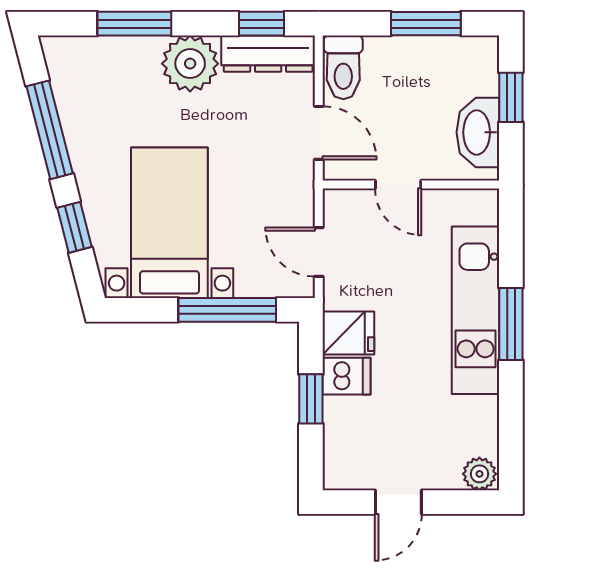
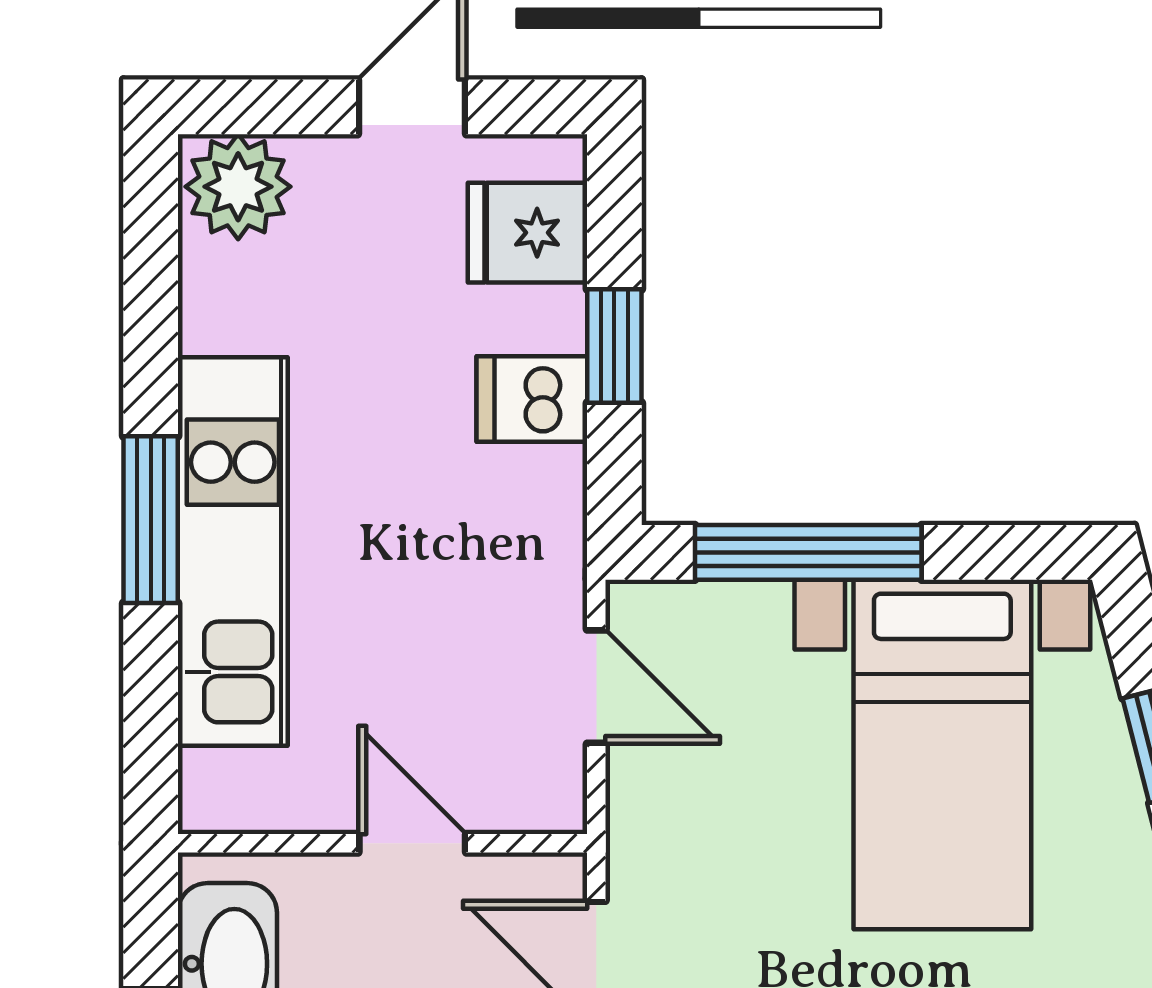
fridge: (348, 333) -> (527, 233), moved
plant: (479, 474) -> (238, 187), width x1.38, depth x1.38

